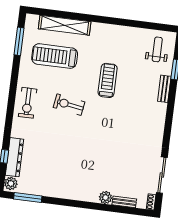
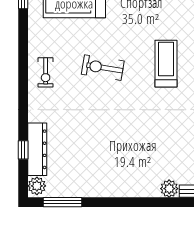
treadmill: (108, 80) -> (166, 64), moved
exercise bike: (28, 103) -> (46, 72), width x0.73, depth x0.72

